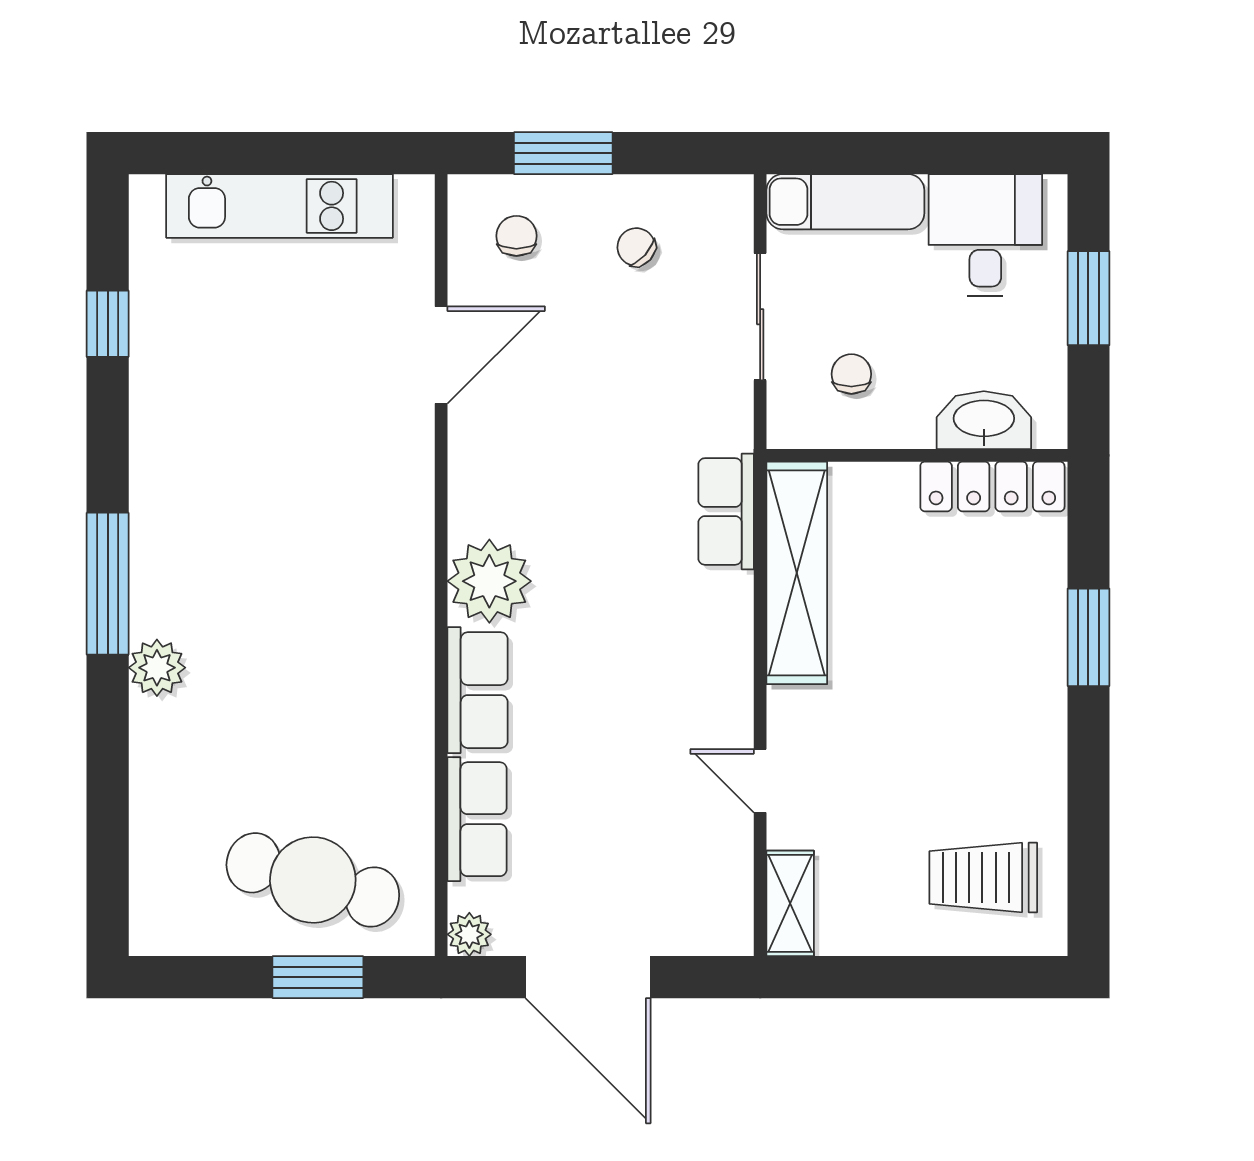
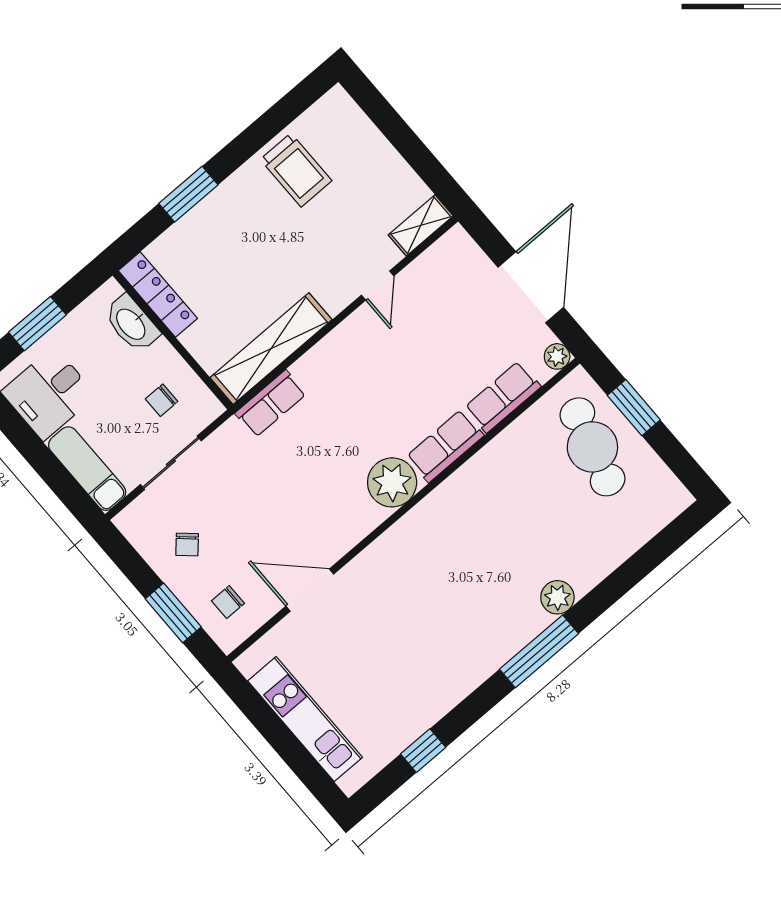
trolley: (983, 877) -> (296, 170), moved

